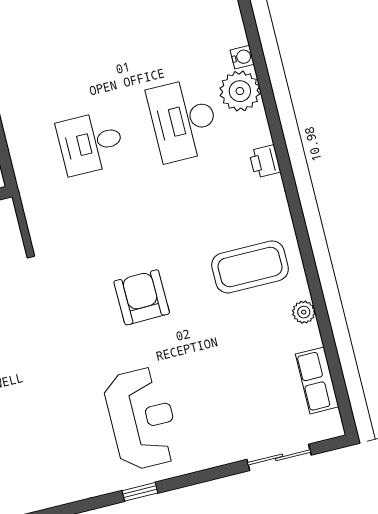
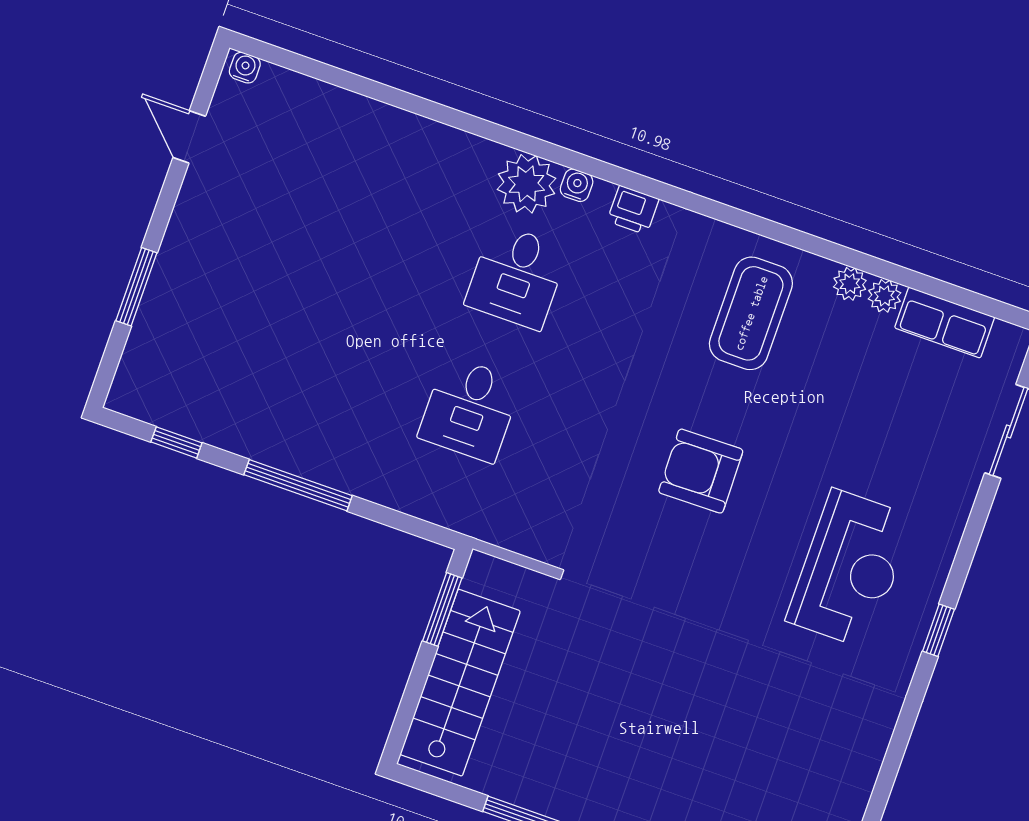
water cooler: (242, 57) -> (577, 185), moved
desk: (183, 120) -> (517, 277), width x0.73
plant: (310, 336) -> (884, 296), added
reception desk: (142, 419) -> (850, 569), turned 90

